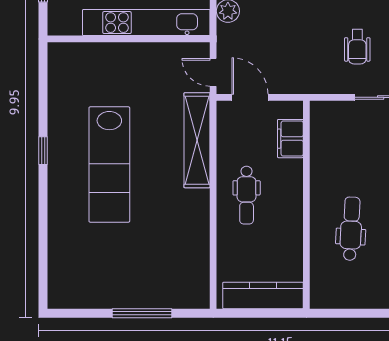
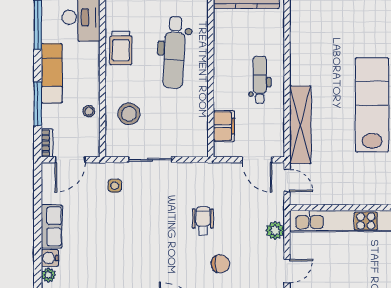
wheelchair: (357, 47) -> (203, 221), moved
dental chair: (351, 229) -> (174, 52), width x1.36, depth x1.38

